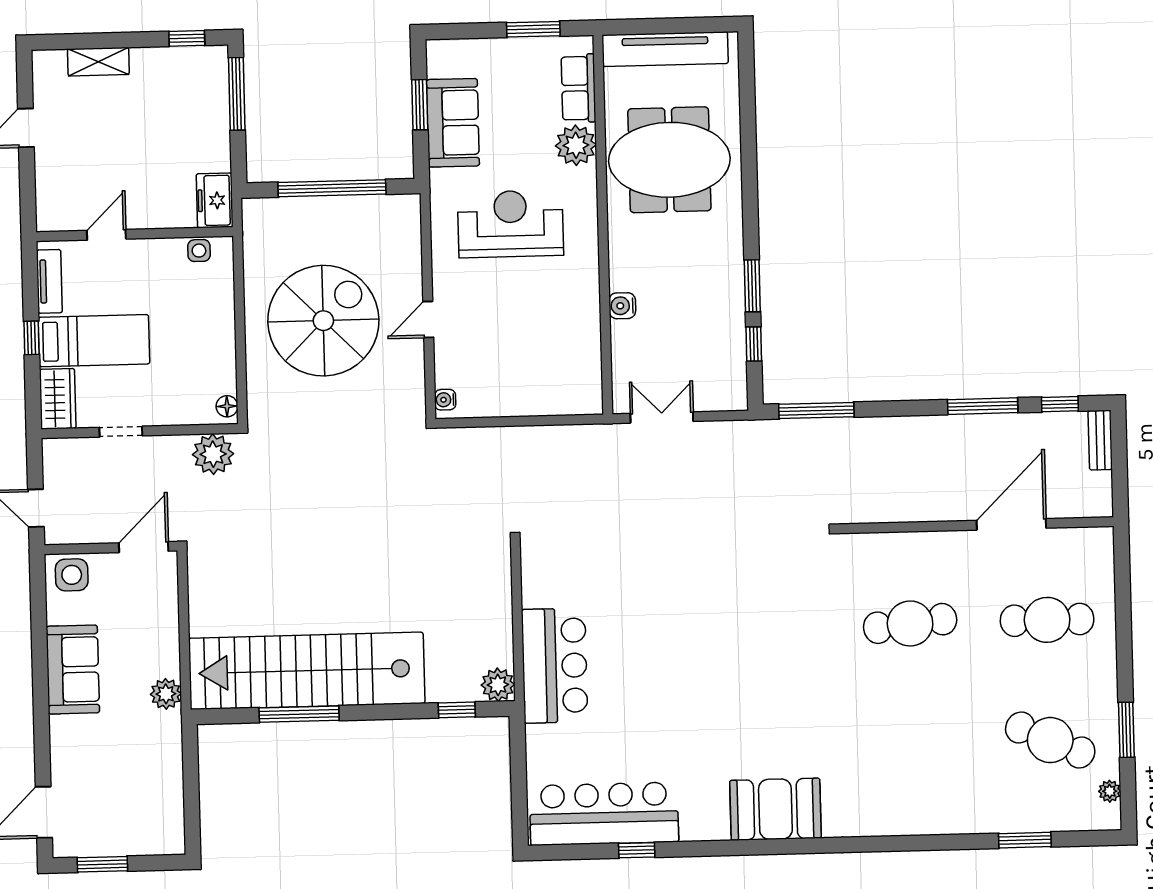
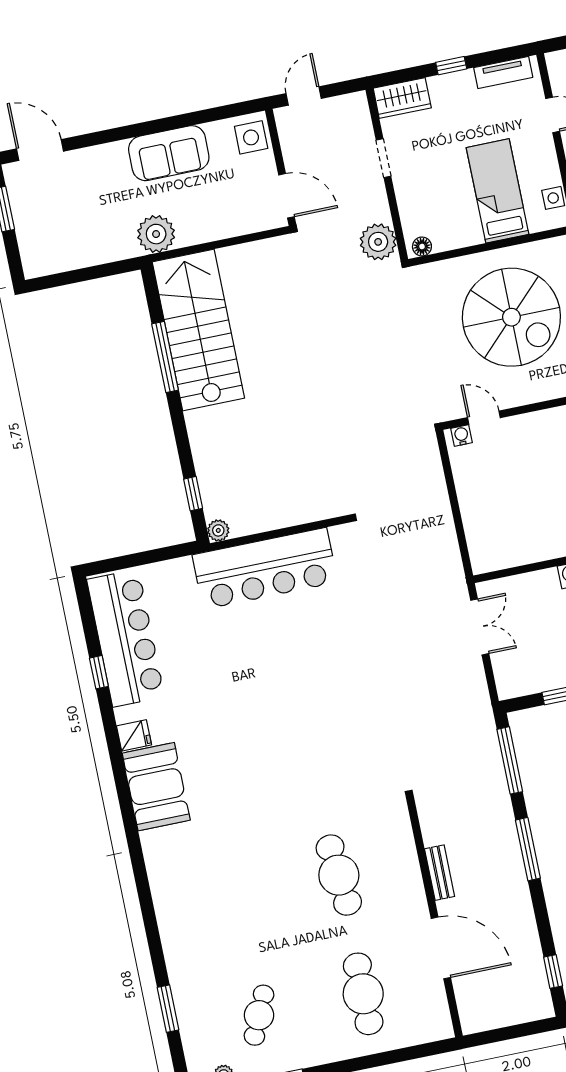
door: (428, 319) -> (484, 418), moved
bed: (94, 341) -> (498, 191), moved, turned 180
window: (983, 406) -> (528, 849), moved
bench: (1100, 440) -> (440, 873), moved, turned 90
bar counter: (555, 666) -> (265, 568), width x1.36
stairs: (307, 671) -> (198, 330), width x0.73
plant: (498, 685) -> (218, 530), width x0.73, depth x0.73
plant: (166, 694) -> (156, 234), width x1.36, depth x1.36
cafe table: (1050, 740) -> (259, 1015), width x0.73, depth x0.74
fridge: (714, 824) -> (134, 735), added

